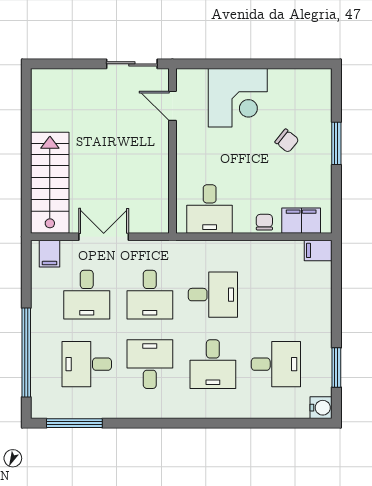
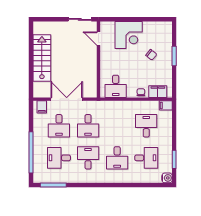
stairs: (50, 183) -> (42, 58), moved
double door: (104, 237) -> (67, 99), width x1.37
desk: (213, 295) -> (146, 126), moved, turned -90

